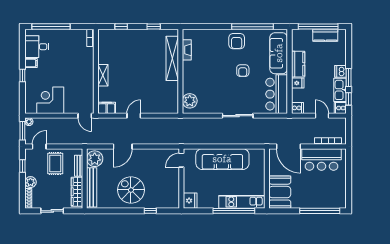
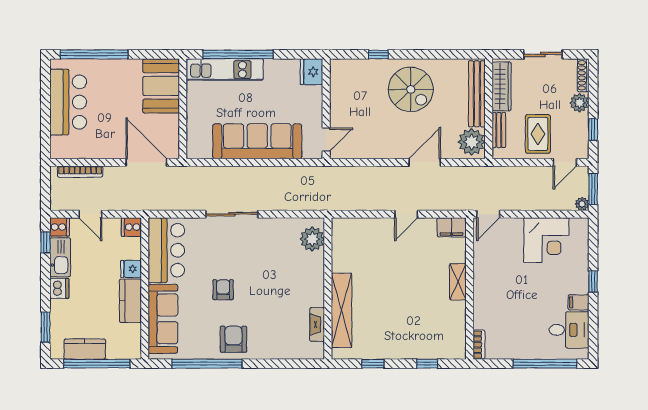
window: (349, 77) -> (45, 327), moved
door: (85, 116) -> (488, 214), swing flipped
bar counter: (322, 159) -> (68, 102), moved, turned 90

